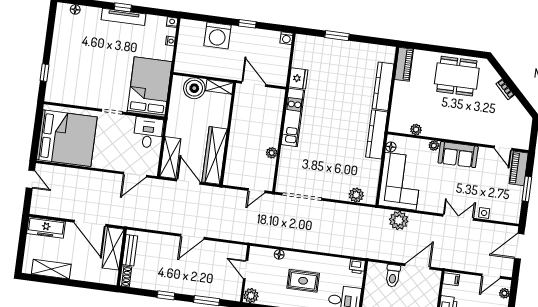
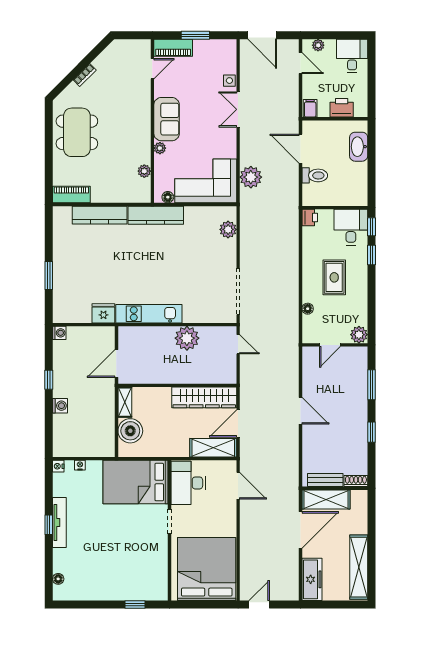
washing machine: (217, 35) -> (60, 406), width x0.53, depth x0.53
desk: (148, 133) -> (188, 483), width x1.37
plant: (272, 153) -> (187, 338), width x1.88, depth x1.88
shelving: (51, 269) -> (359, 567), width x1.47

